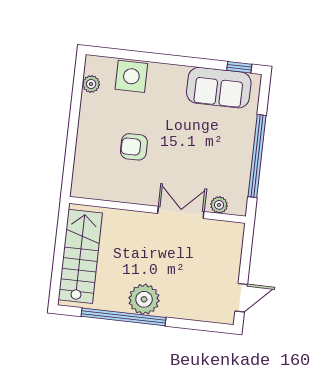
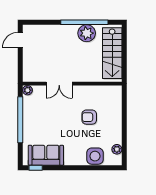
armchair: (134, 147) -> (89, 117), turned 180
plant: (219, 205) -> (27, 90), moved
plant: (144, 299) -> (87, 33), moved

